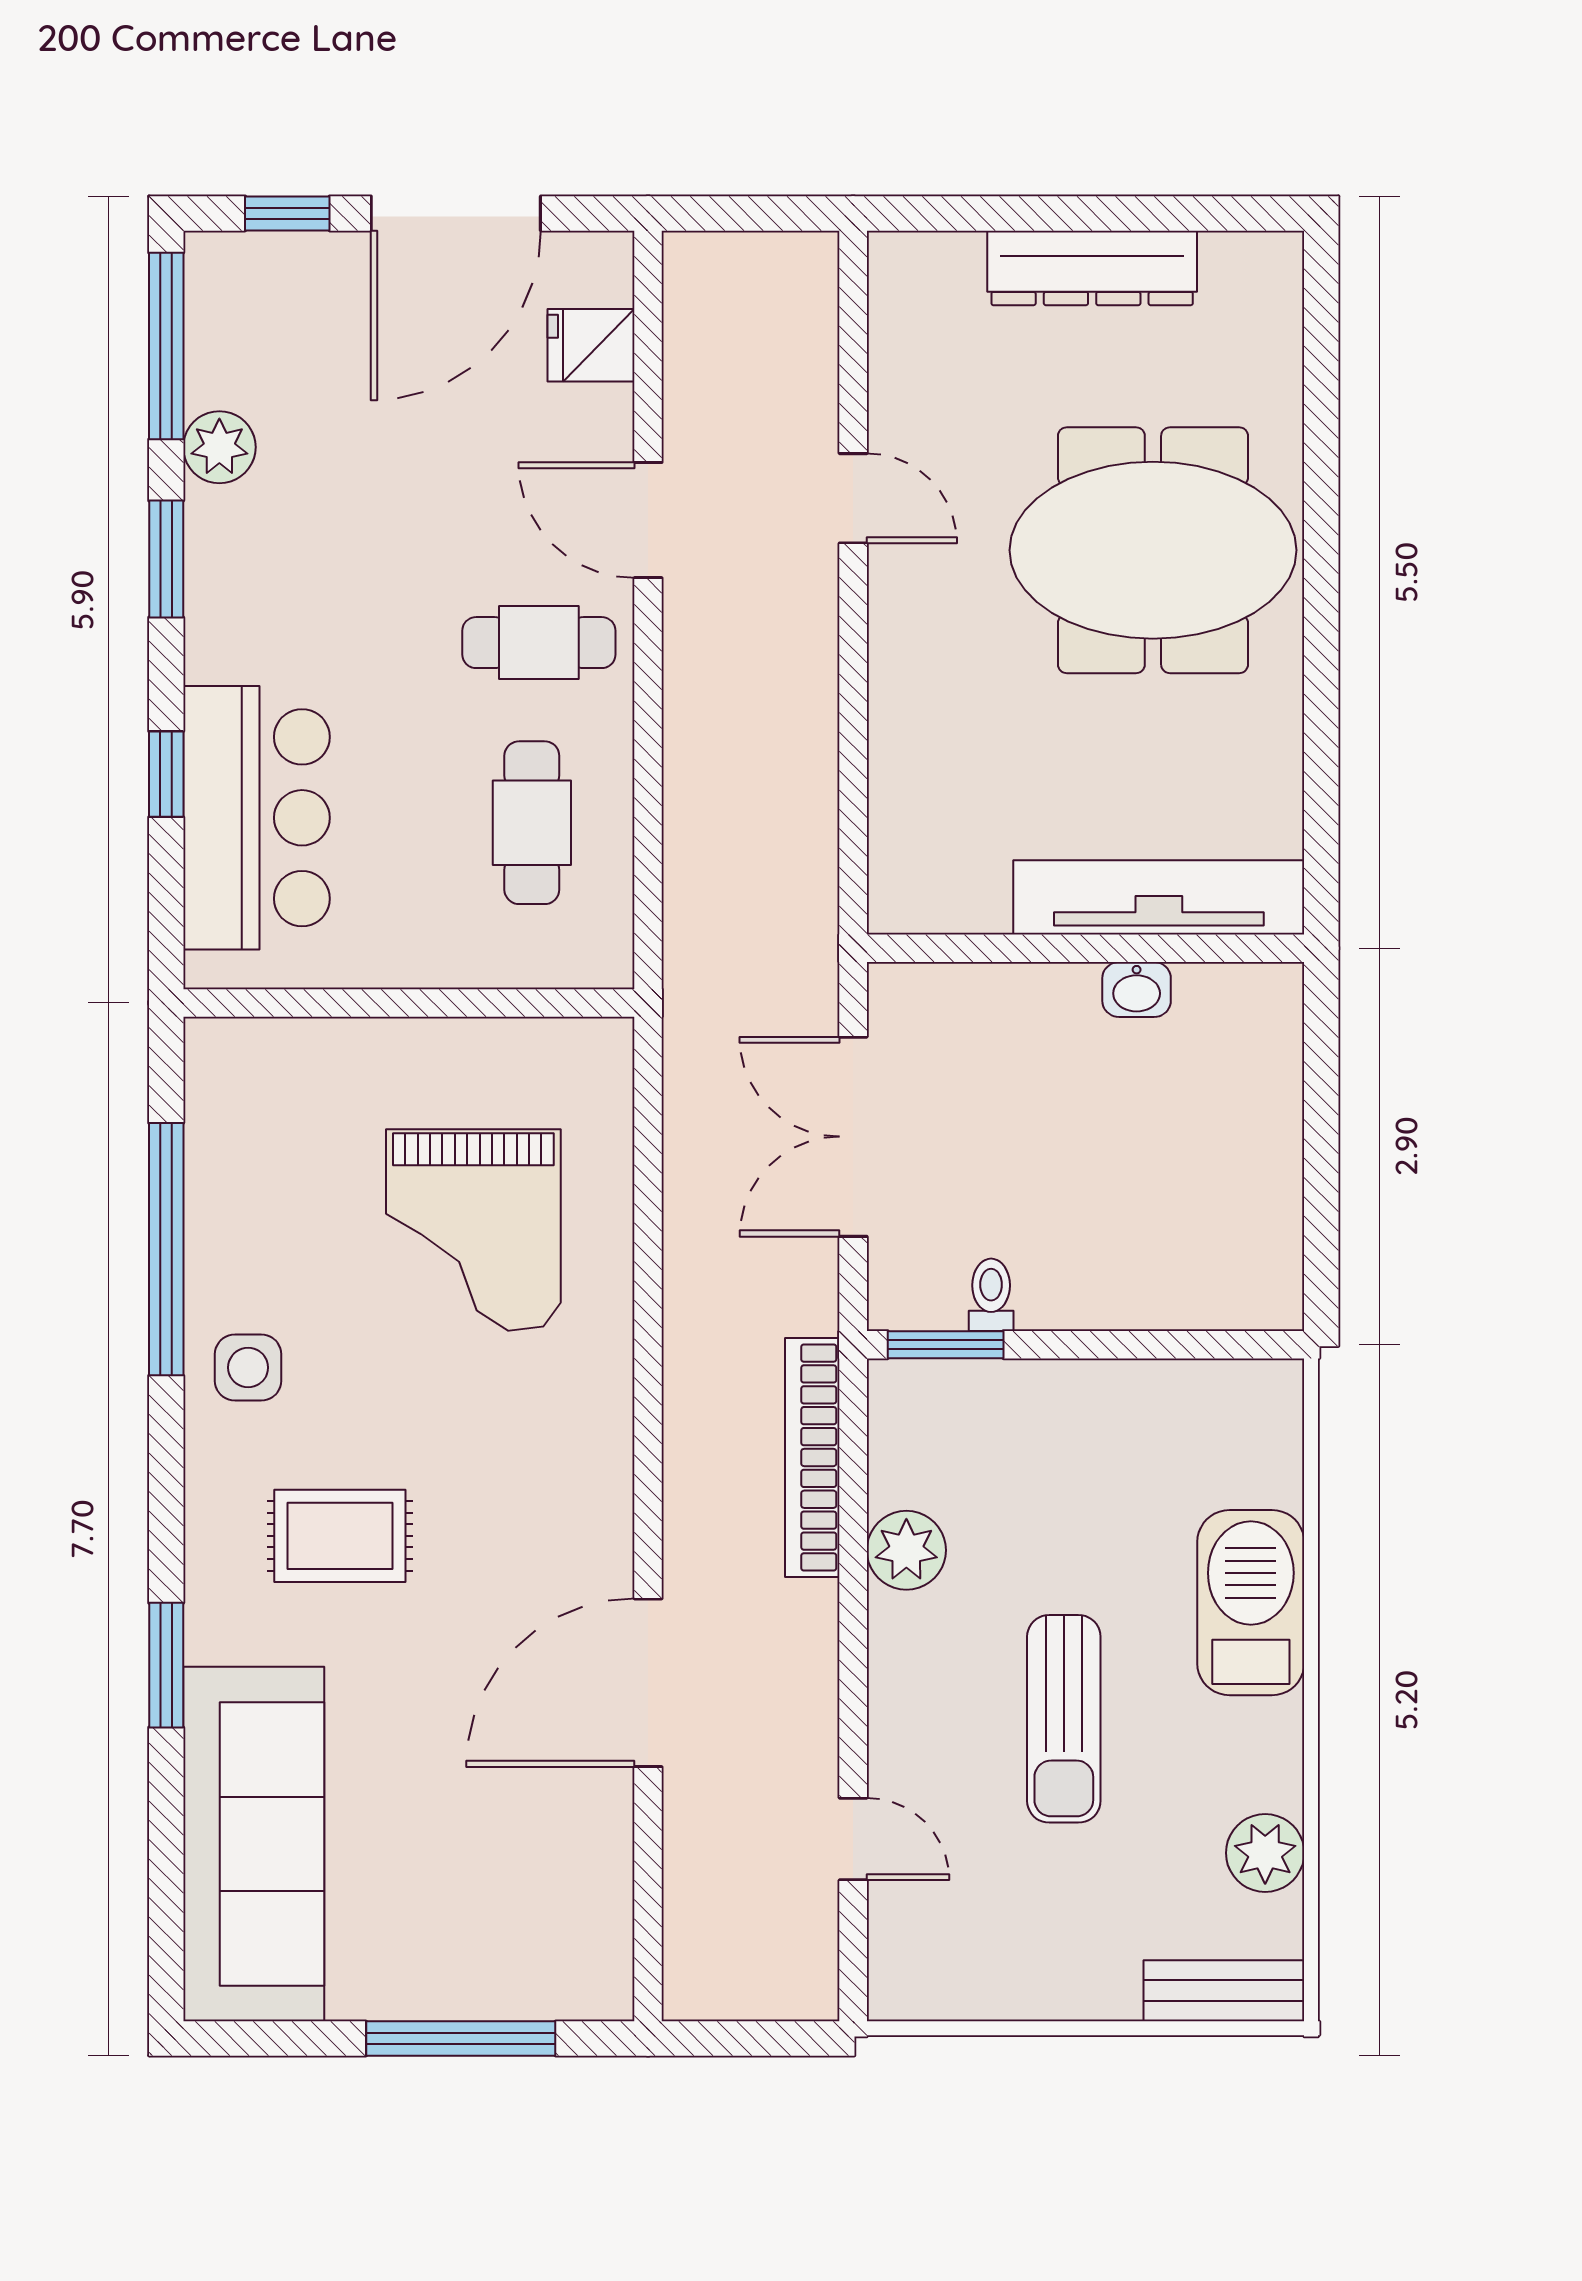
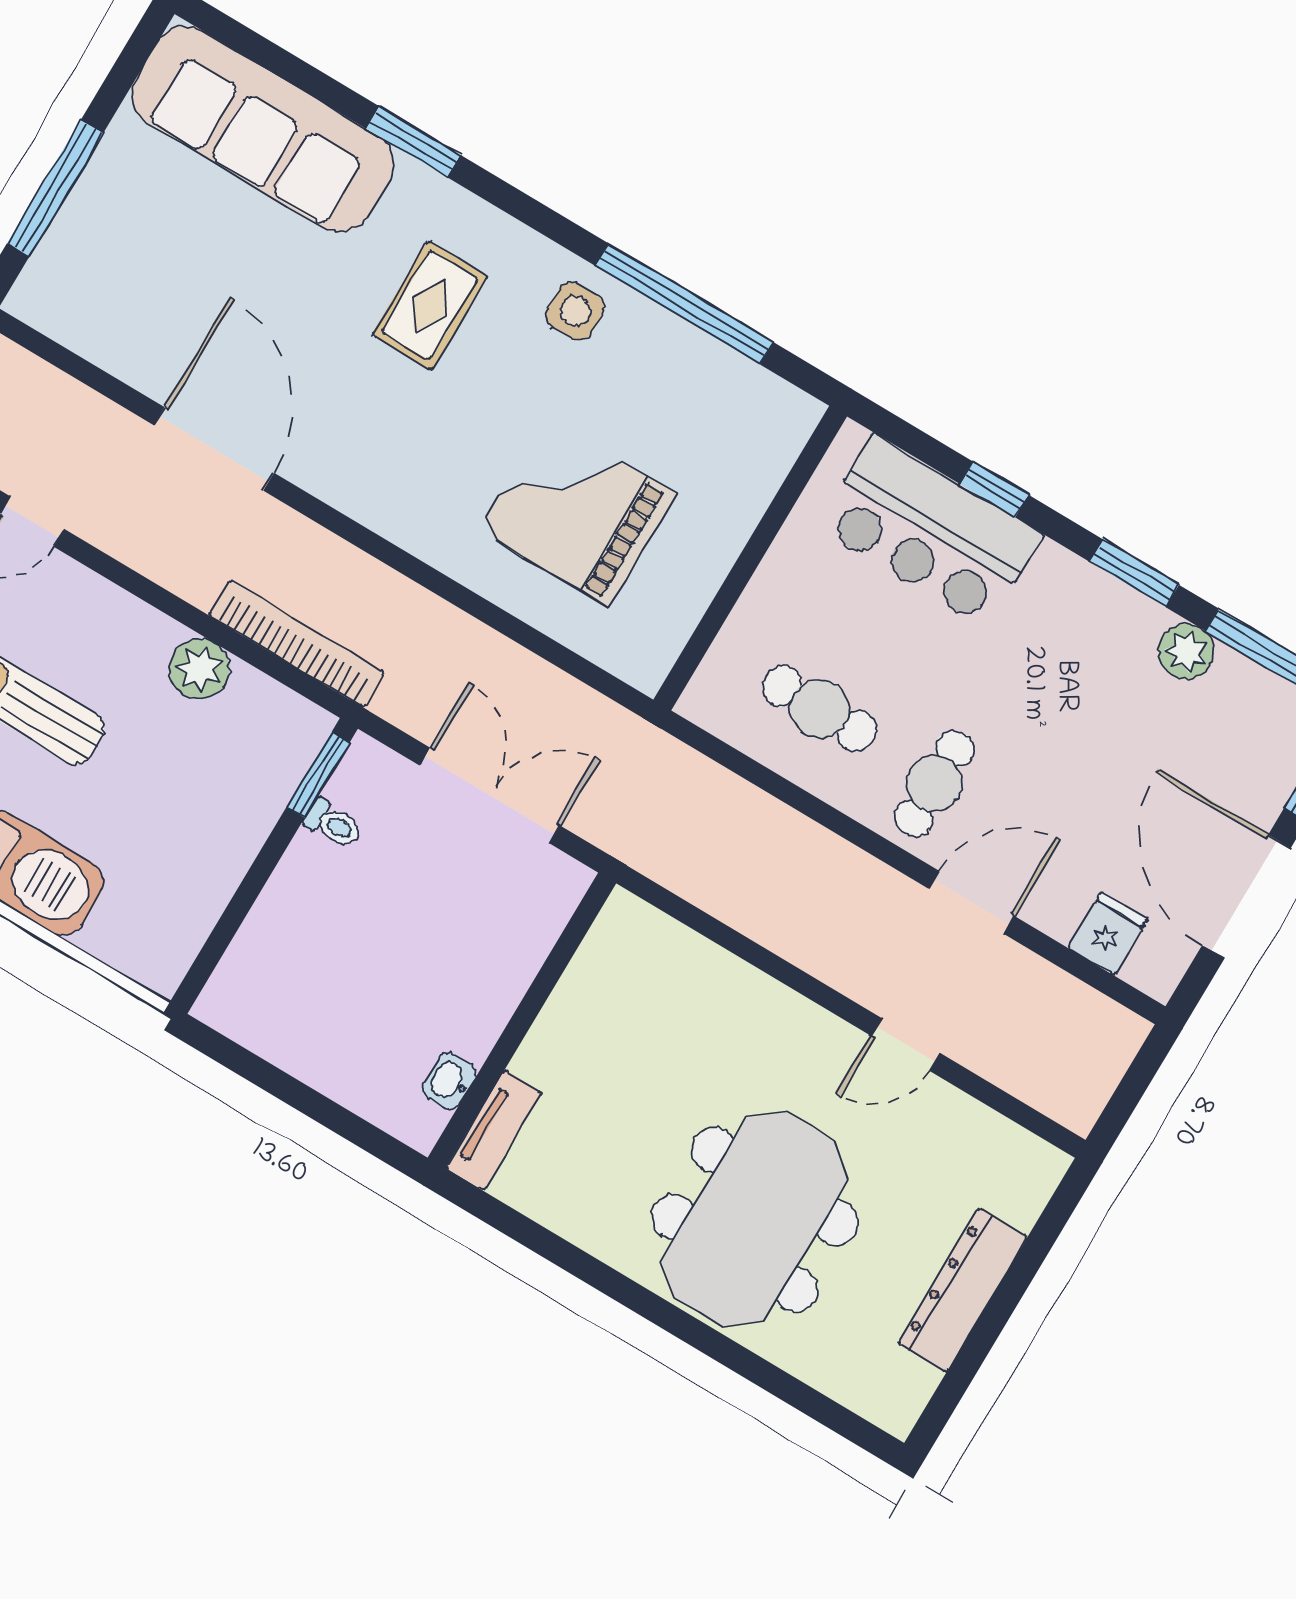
tv unit: (1159, 897) -> (494, 1130), width x0.52, depth x0.78
washbasin: (1137, 990) -> (449, 1081), moved

